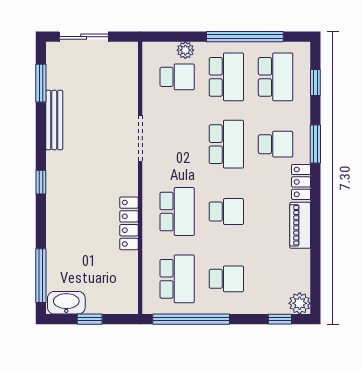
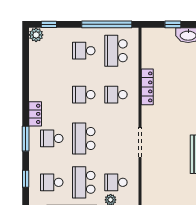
school desk: (276, 77) -> (52, 182), width x0.54
school desk: (177, 212) -> (116, 95), width x0.54
piano: (300, 225) -> (36, 86), removed

